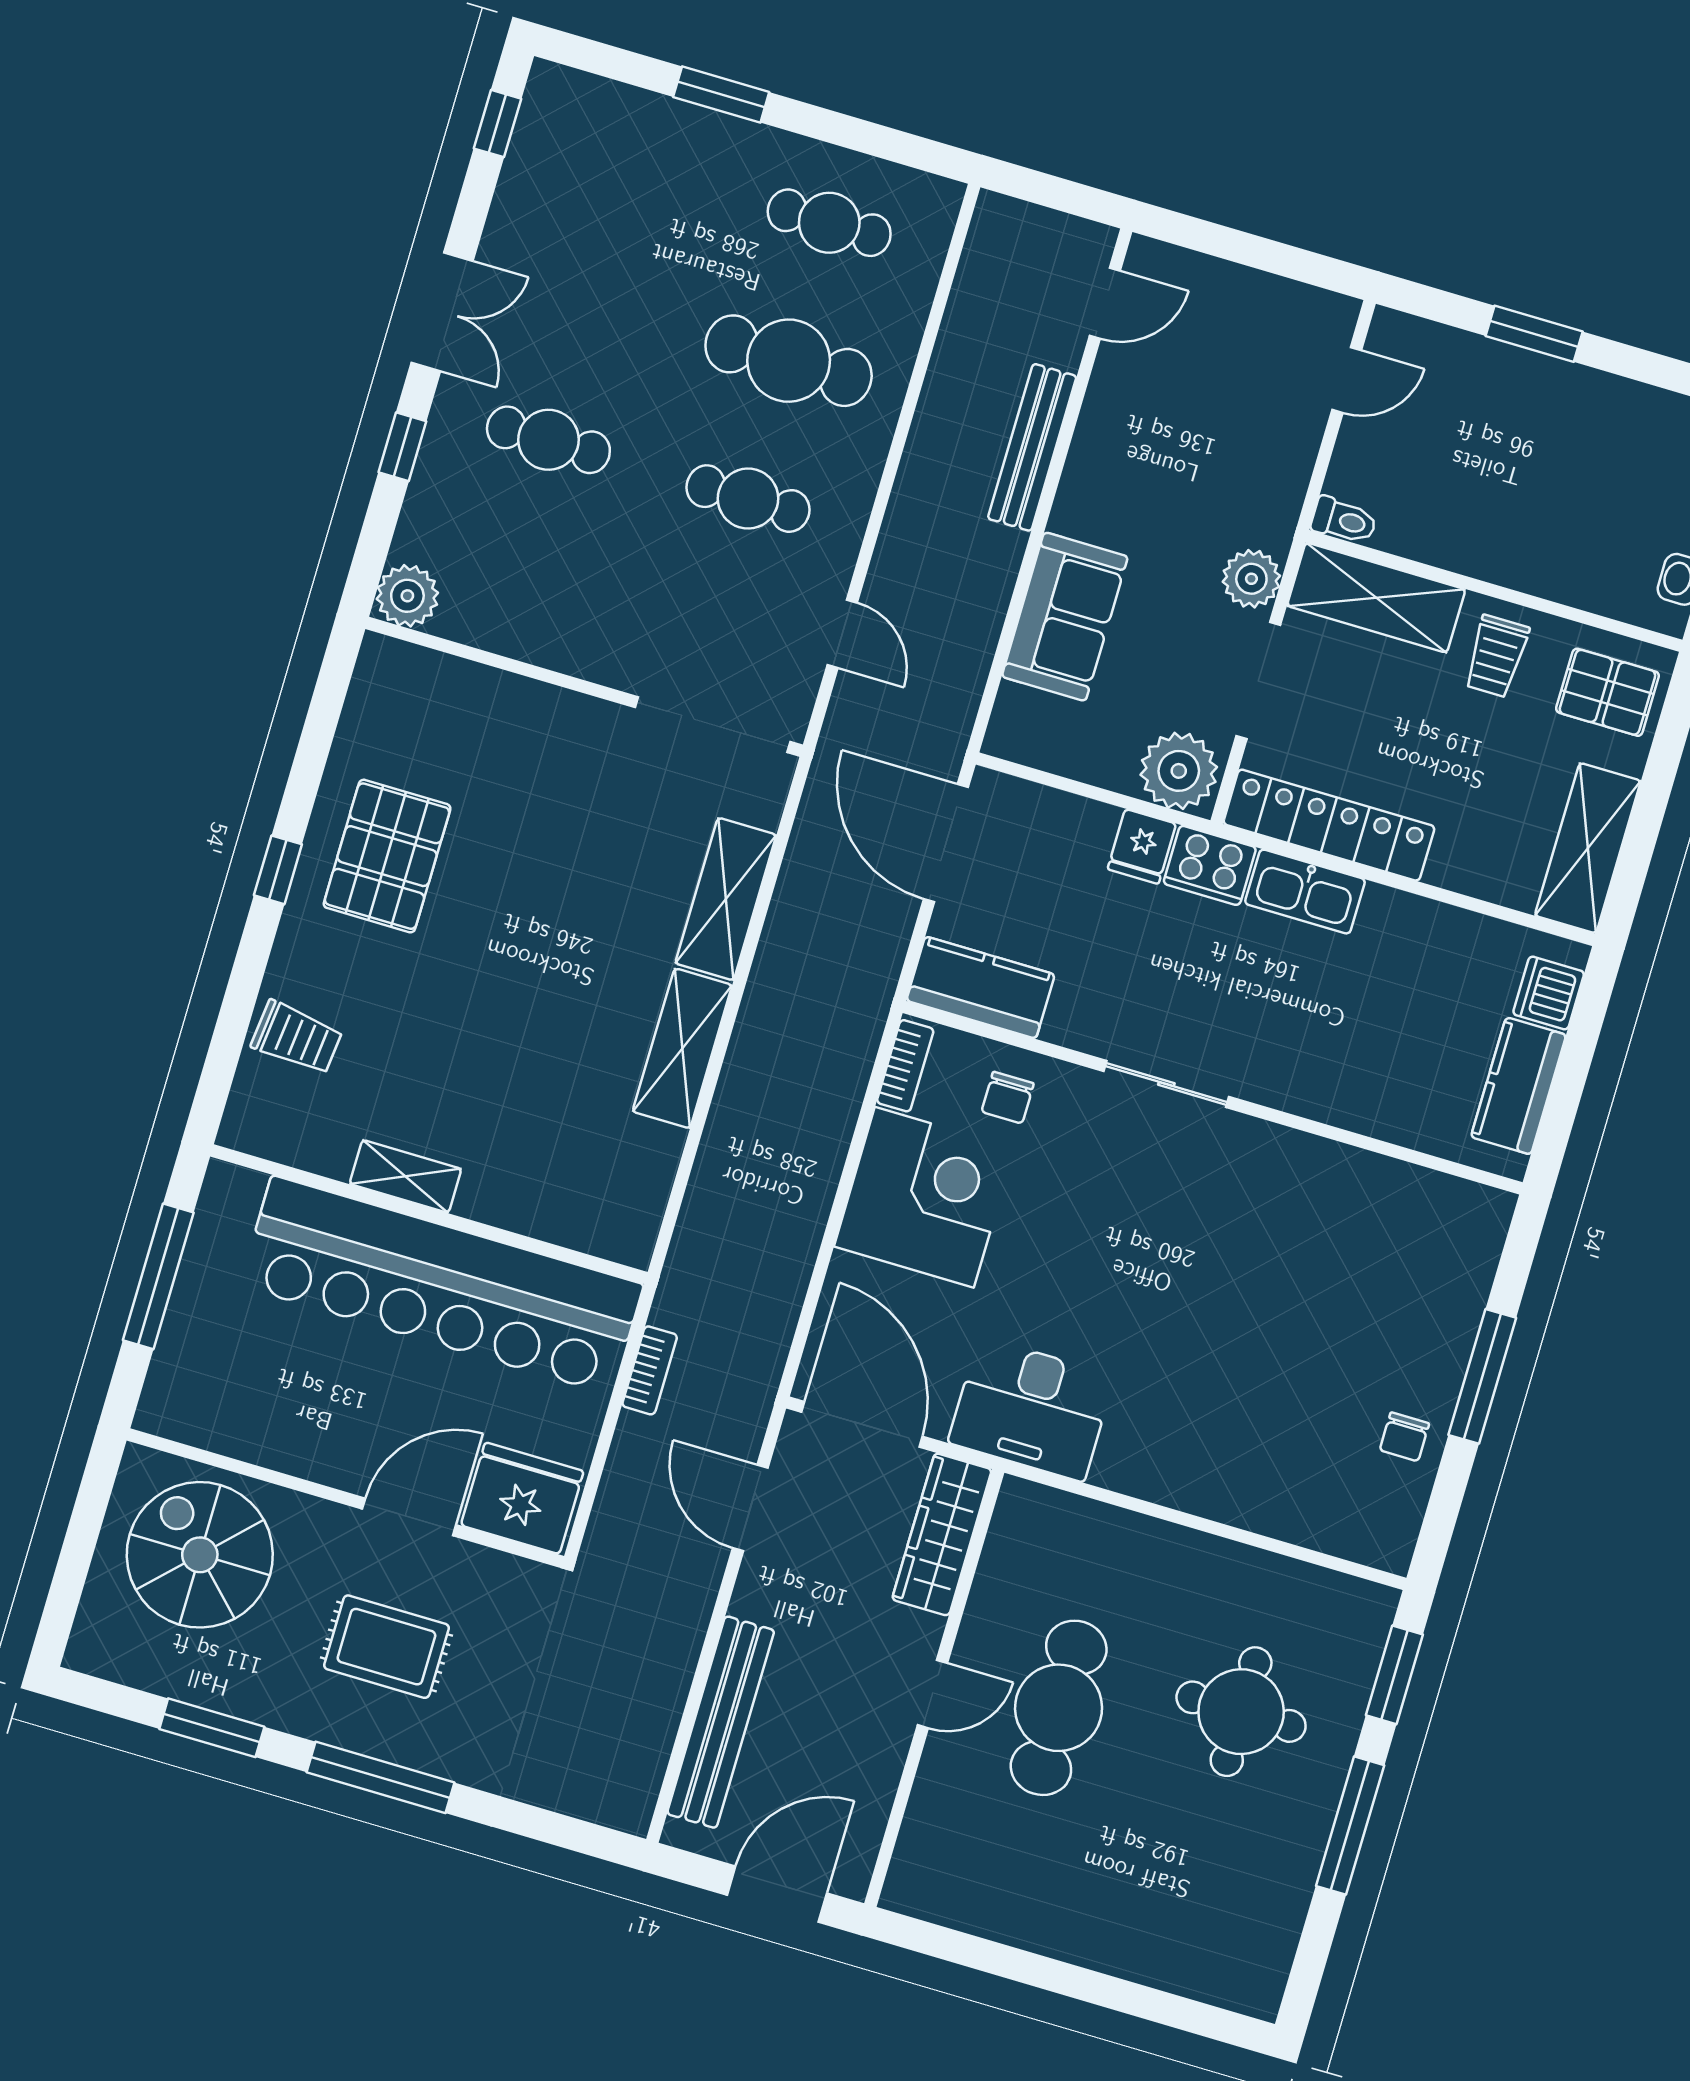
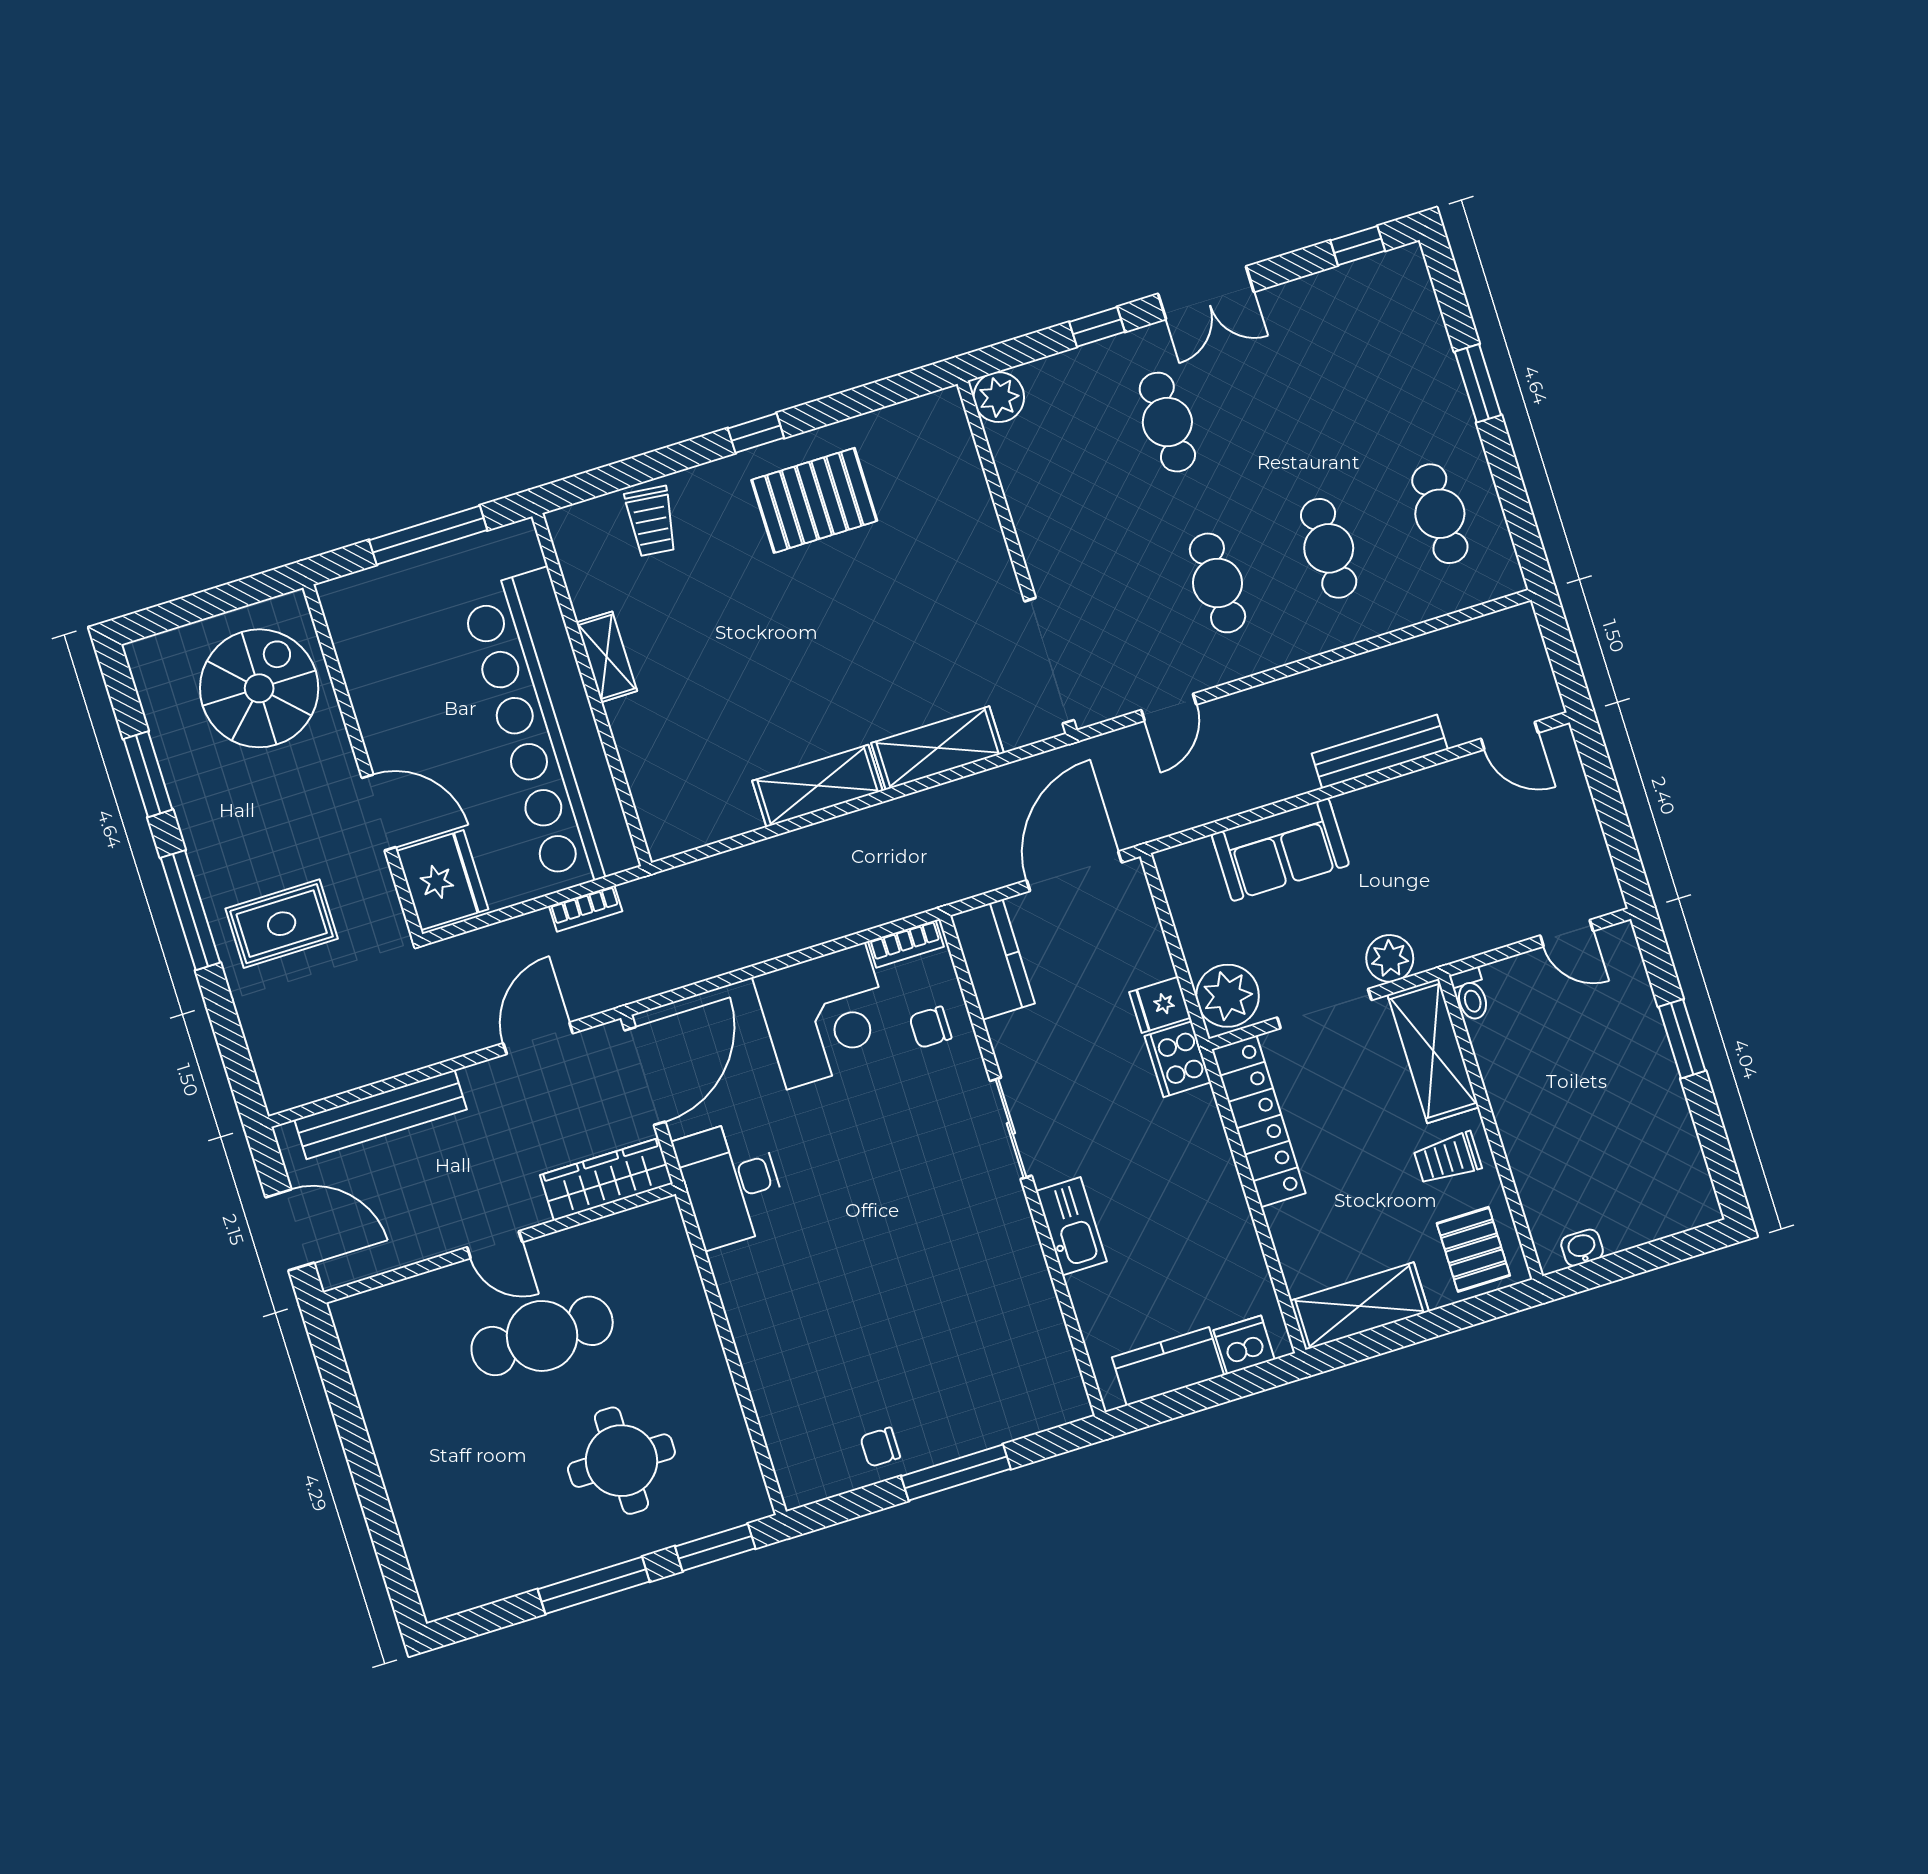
cafe table: (789, 361) -> (1329, 548), width x0.73, depth x0.74
kitchen sink: (1305, 892) -> (1071, 1226), moved, turned 180
rug: (386, 1647) -> (282, 924), moved, turned 90

